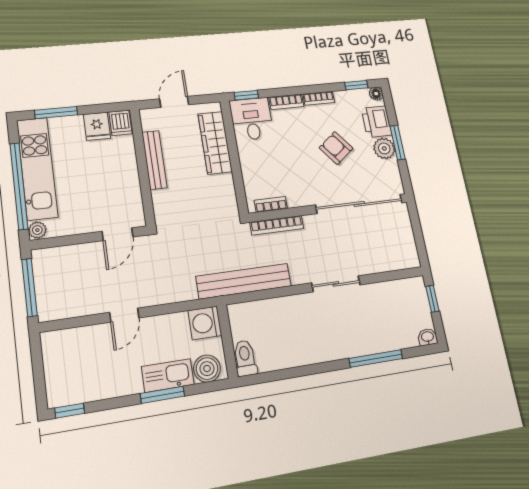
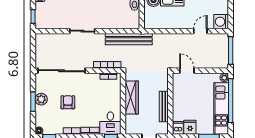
printer: (377, 122) -> (42, 115), removed
wardrobe: (215, 143) -> (132, 97), moved
armchair: (336, 148) -> (68, 102), turned -142
door: (117, 234) -> (187, 71), hinge flipped
door: (124, 315) -> (200, 31), moved
washing machine: (205, 323) -> (221, 22), moved, turned 180

